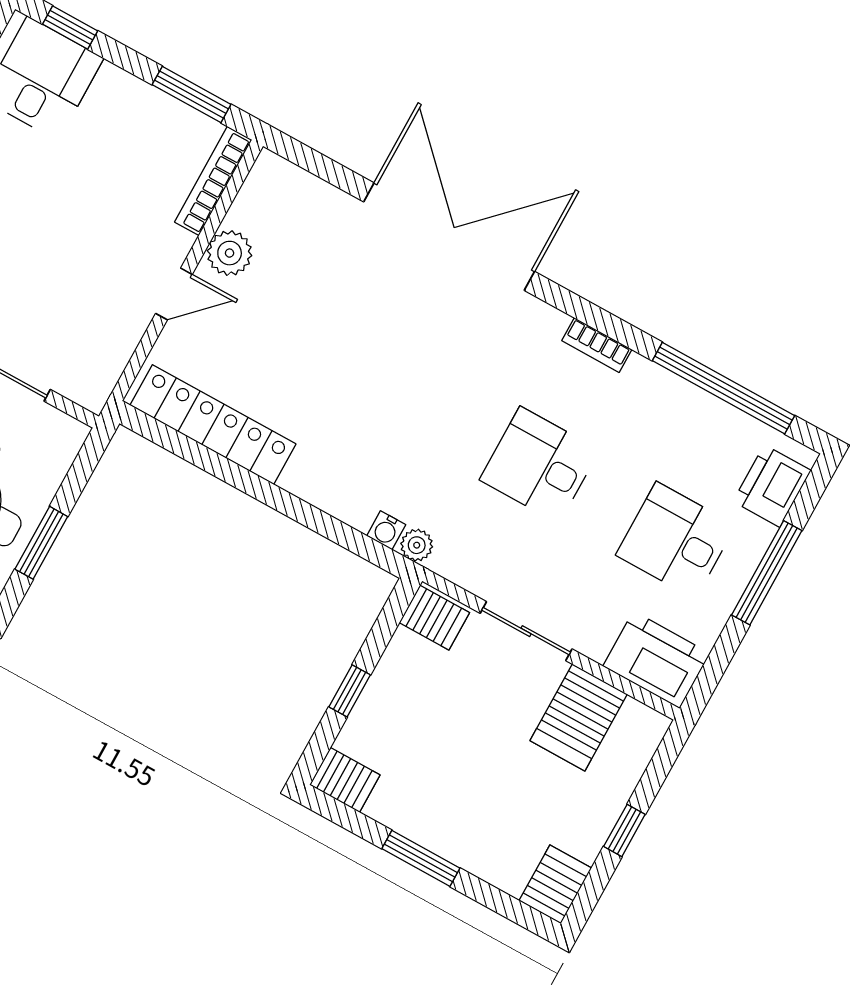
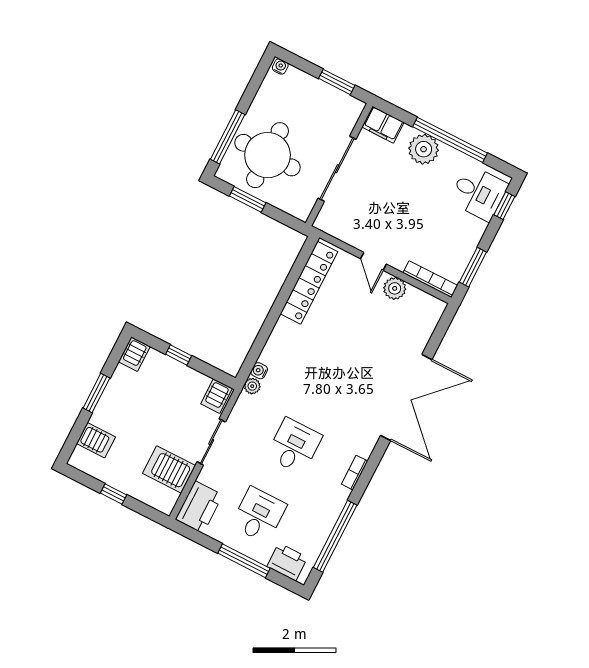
server rack: (555, 884) -> (96, 440), moved

